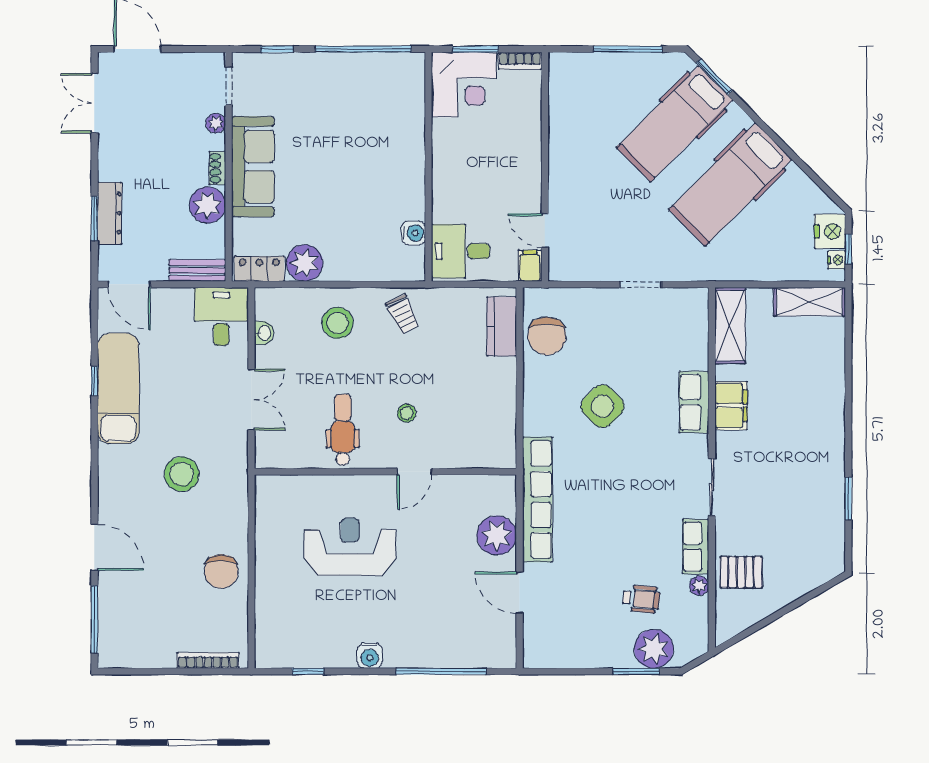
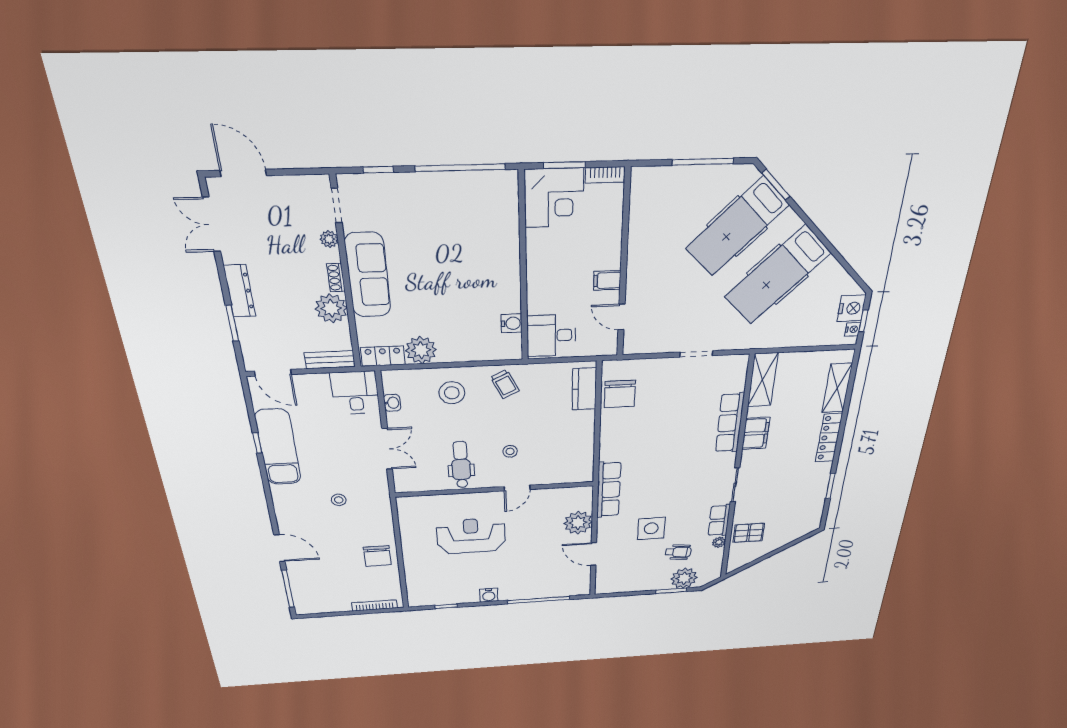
dresser: (110, 213) -> (240, 291), moved
filing cabinet: (530, 266) -> (607, 280), moved, turned -90
shelving: (809, 302) -> (837, 388), moved, turned 90
row of seats: (694, 402) -> (730, 423), width x1.48
side table: (602, 406) -> (651, 528), moved, turned 45
locker: (833, 419) -> (829, 438), added
stool: (182, 474) -> (339, 500), width x0.53, depth x0.53
row of seats: (537, 500) -> (609, 490), width x0.73

